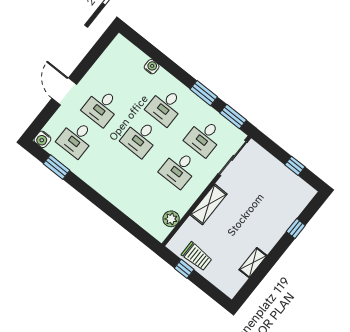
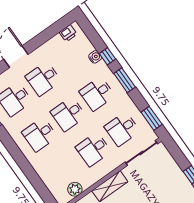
printer: (114, 49) -> (68, 33), added
window: (165, 62) -> (107, 56), added
window: (204, 93) -> (125, 80), moved
desk: (115, 170) -> (40, 134), added

